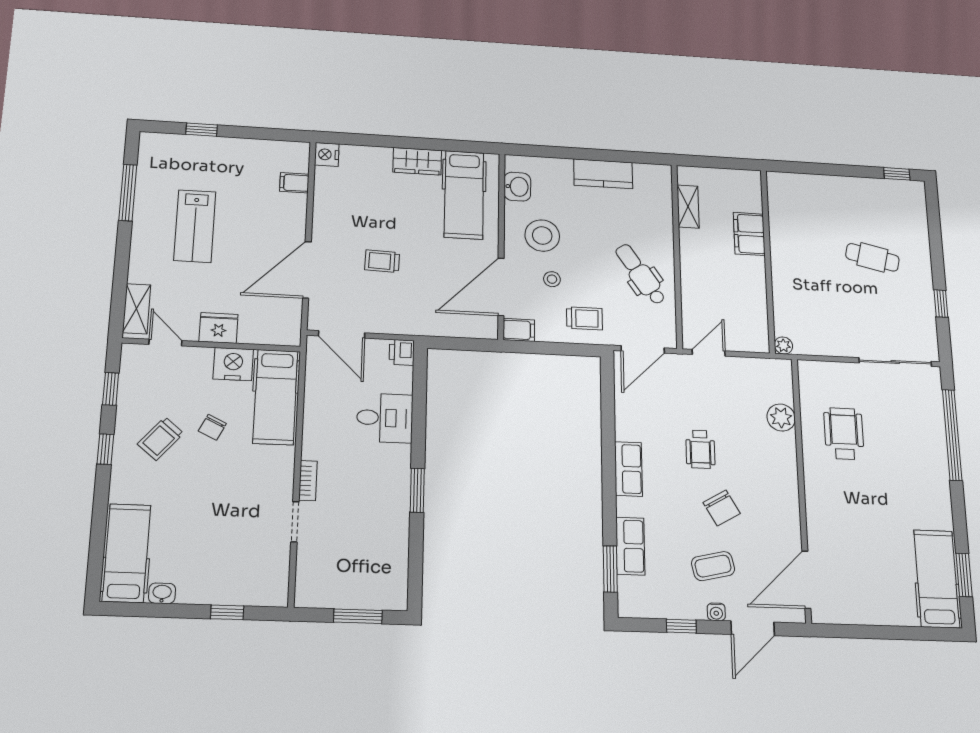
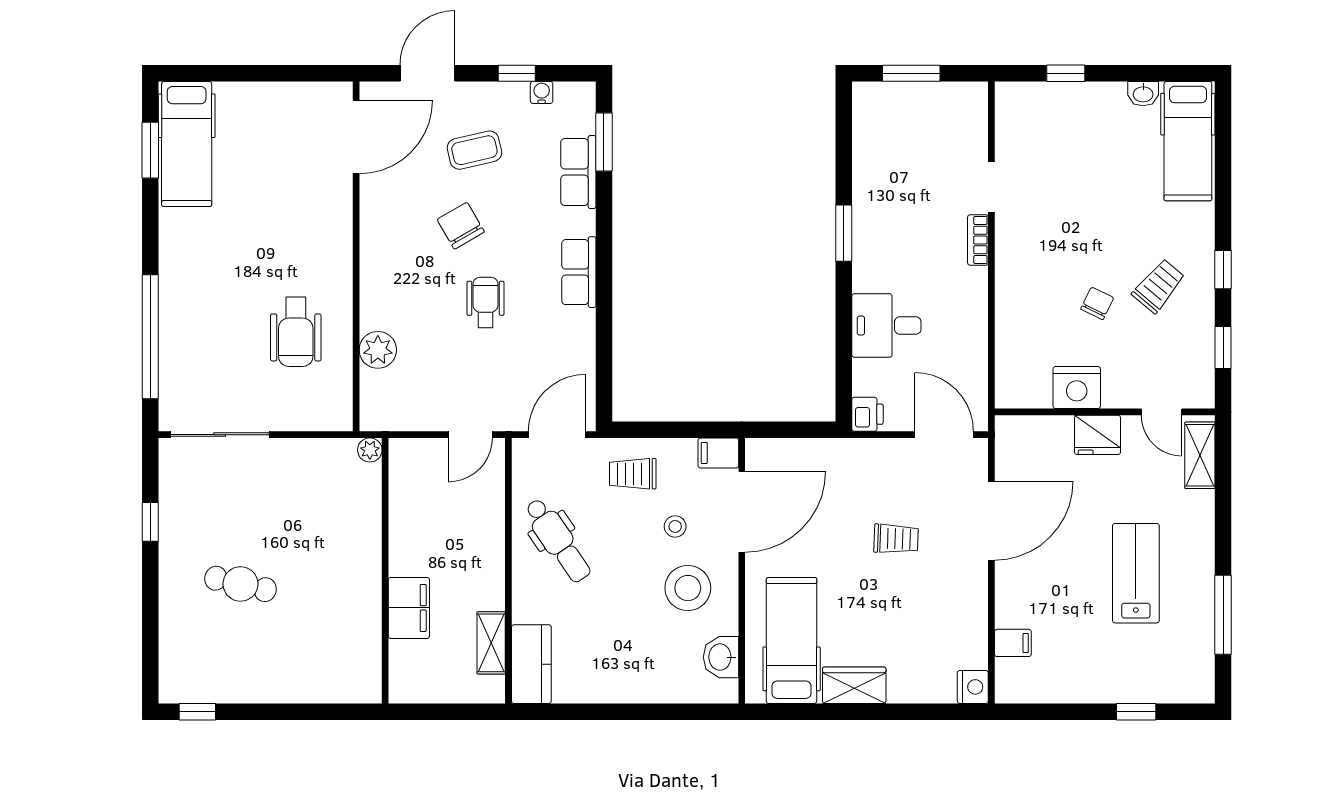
kitchen counter: (603, 174) -> (531, 664), moved, turned 90
hospital bed: (275, 397) -> (1023, 347), removed
water cooler: (716, 612) -> (542, 92), moved

